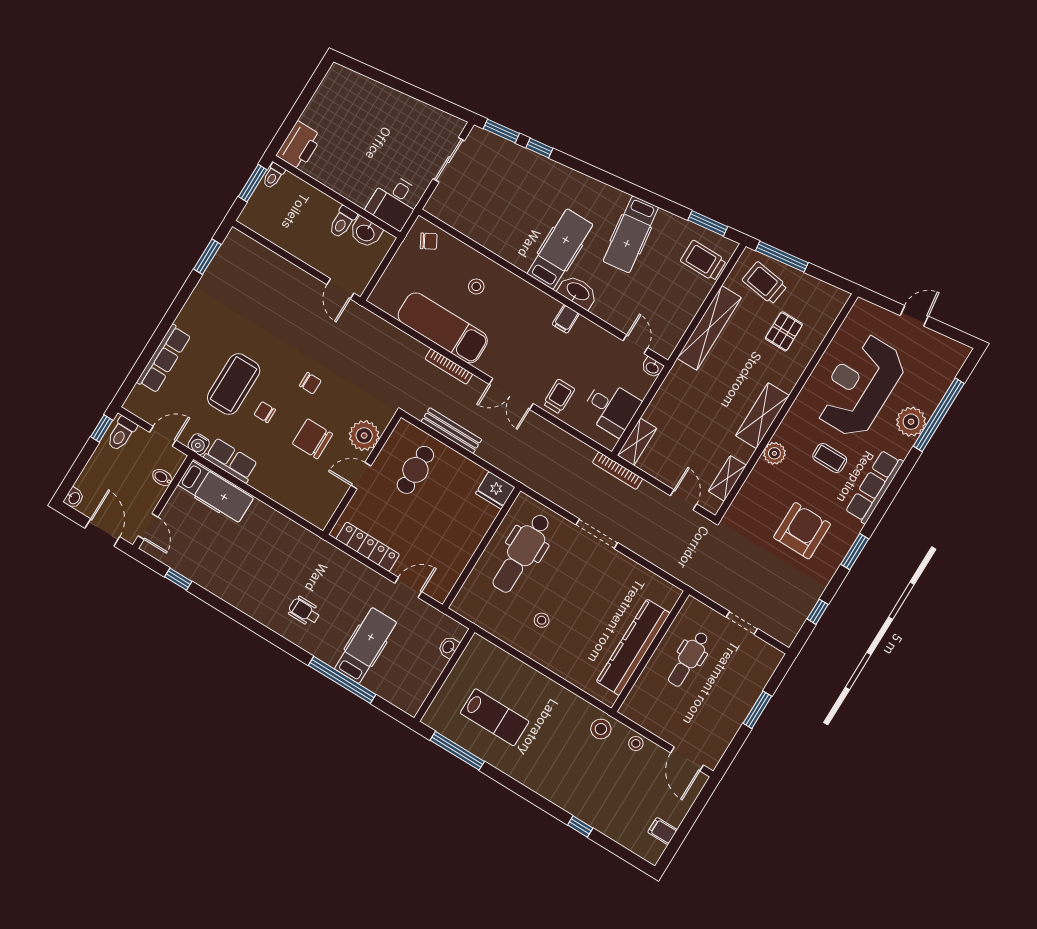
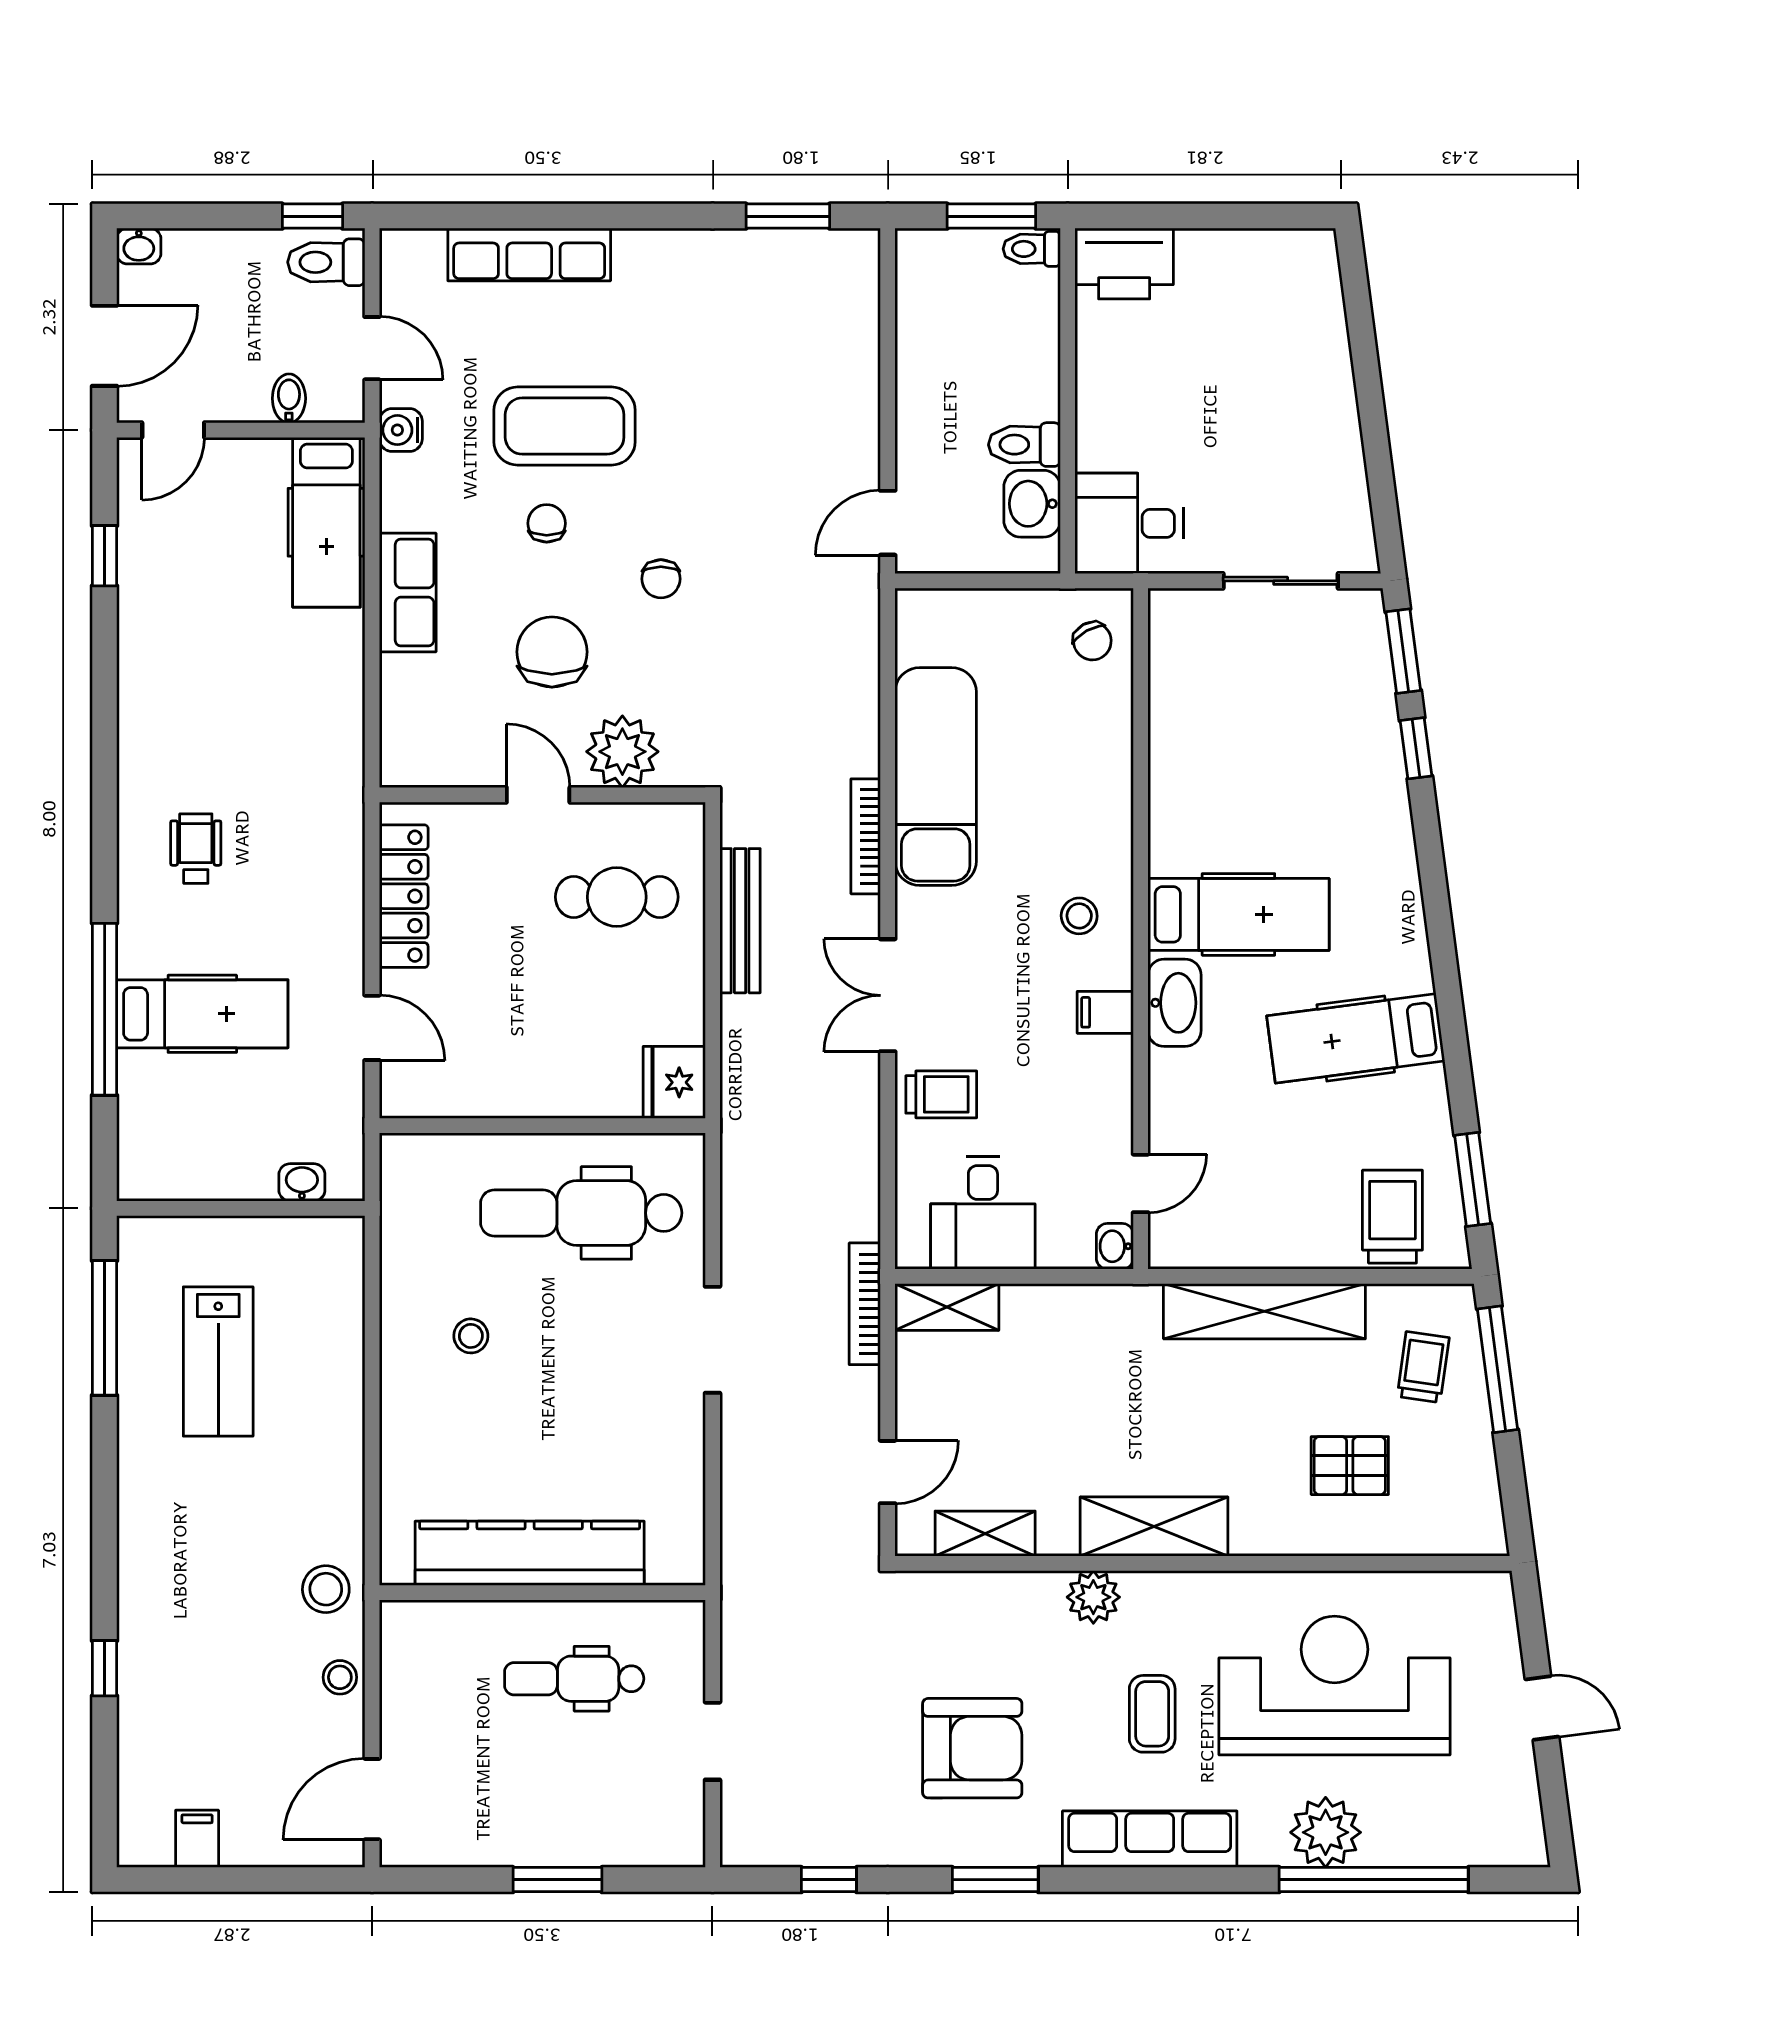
trolley: (765, 283) -> (1423, 1367), width x0.73, depth x0.72
stool: (476, 286) -> (1079, 916), moved
row of seats: (231, 460) -> (408, 592), moved

